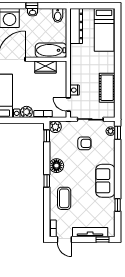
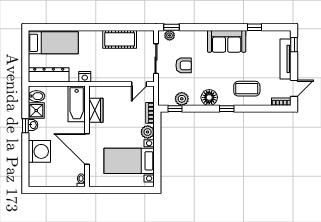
shower: (45, 15) -> (36, 111), added
nightstand: (75, 90) -> (85, 77), moved
plant: (55, 127) -> (182, 99), moved
armchair: (84, 143) -> (184, 65), turned 90

